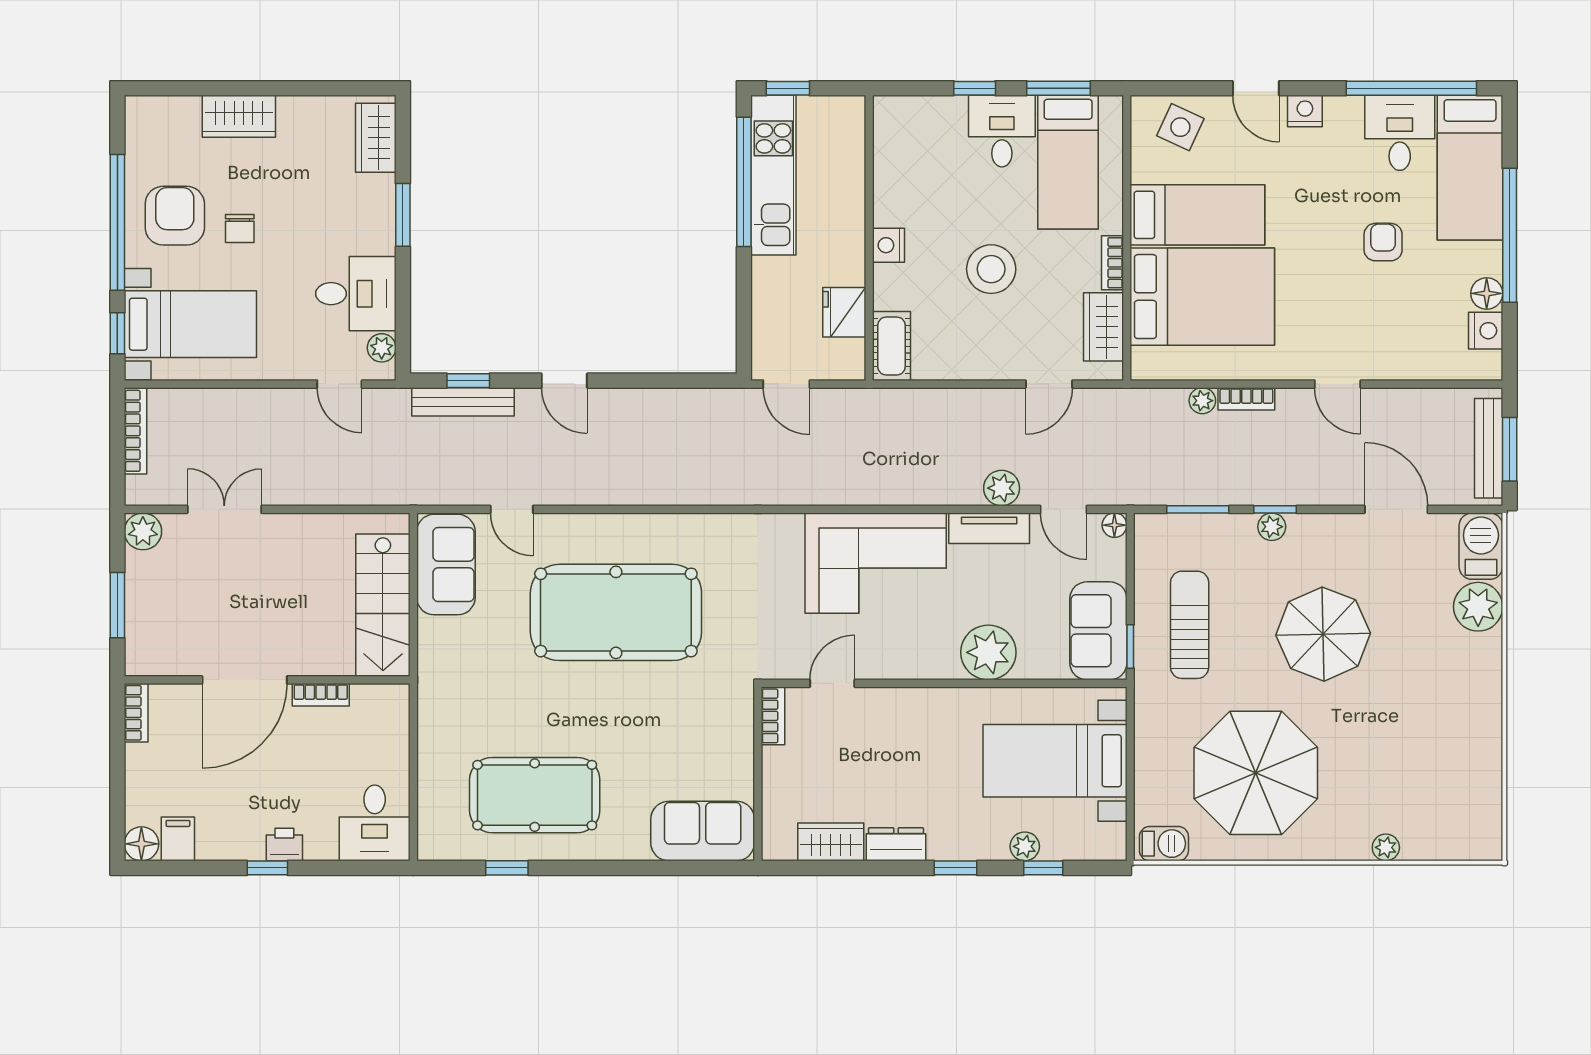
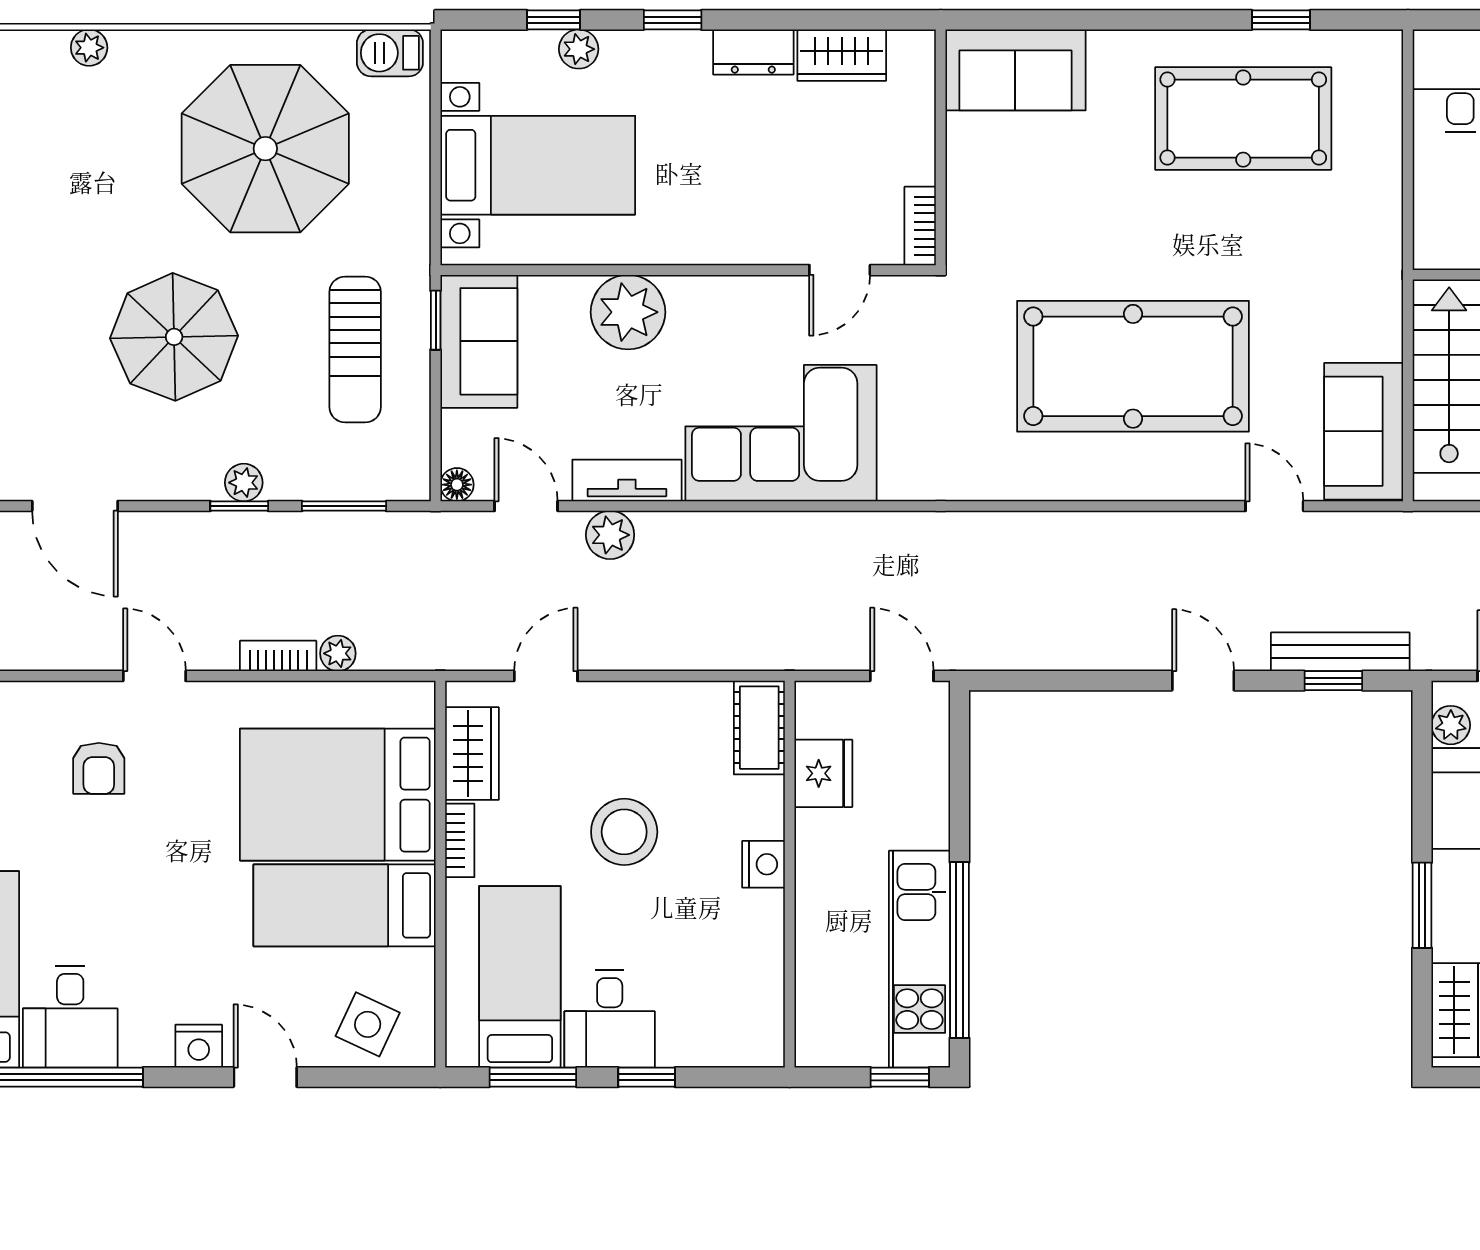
armchair: (1383, 242) -> (99, 768), moved

